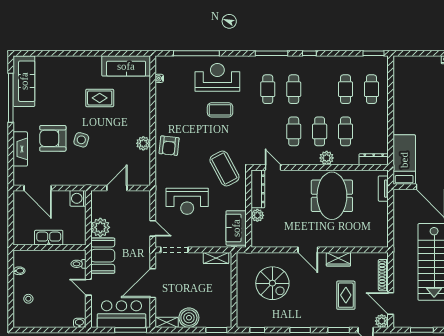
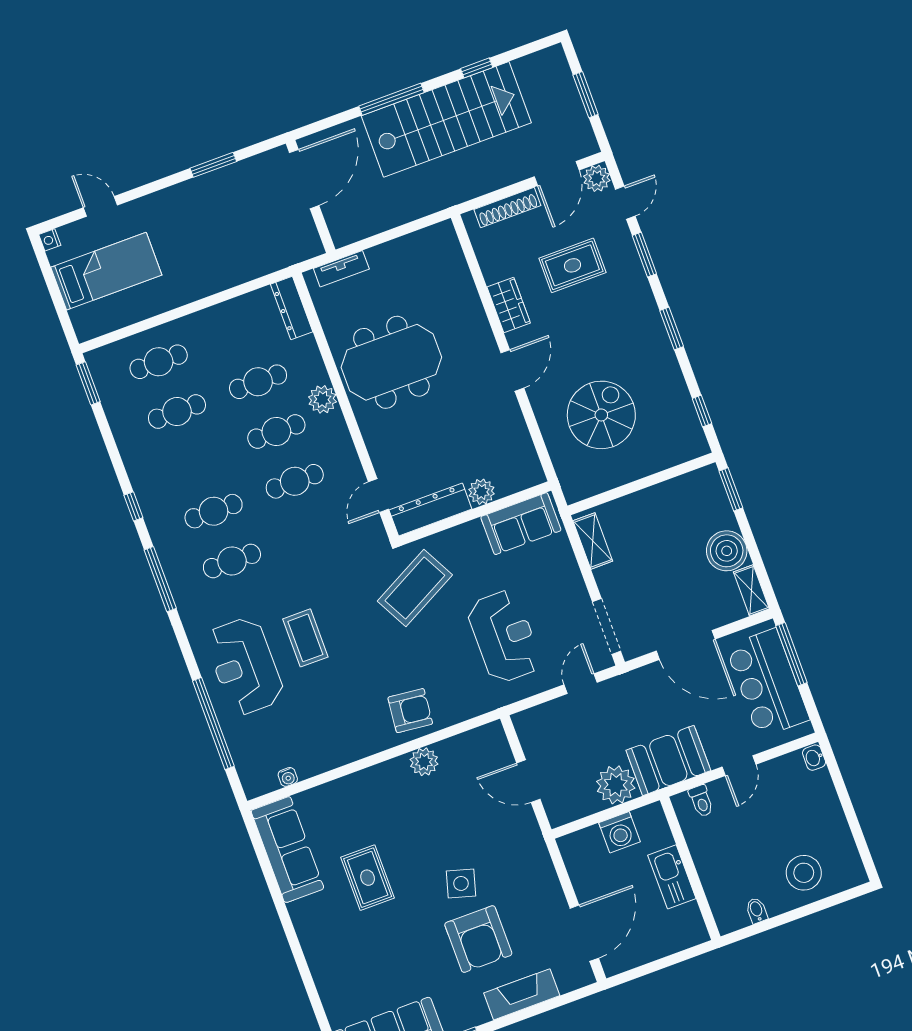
bed: (404, 160) -> (106, 271), moved, turned 180
washing machine: (78, 198) -> (619, 832), moved
stool: (28, 299) -> (804, 873), width x1.89, depth x1.89

